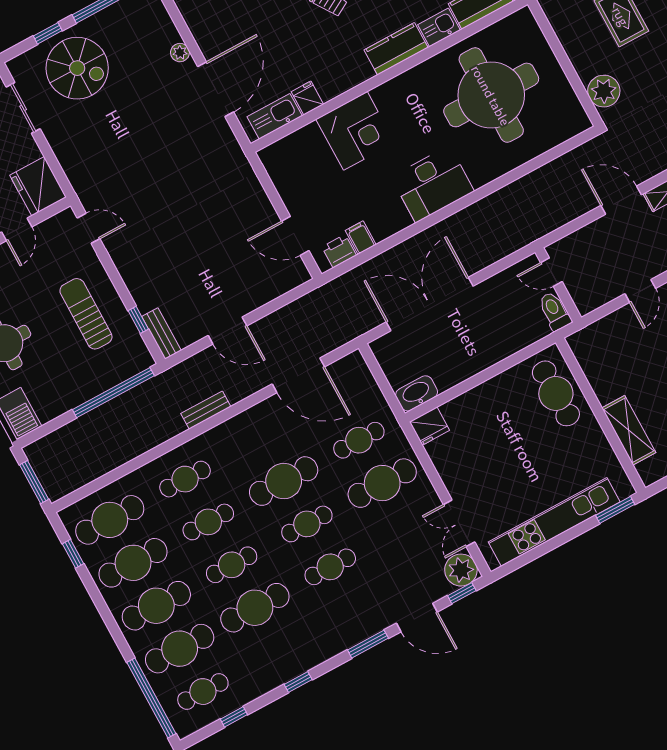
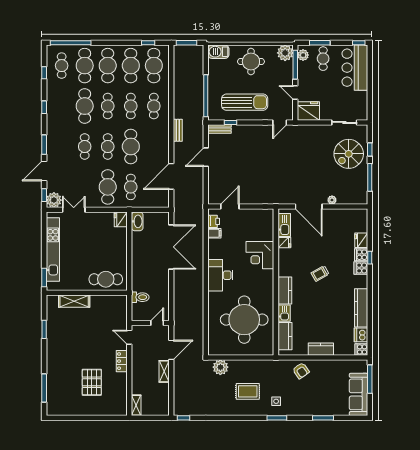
door: (551, 272) -> (157, 323), moved
wall: (558, 285) -> (150, 323), moved
sun lounger: (86, 314) -> (245, 102), width x1.36, depth x1.34

